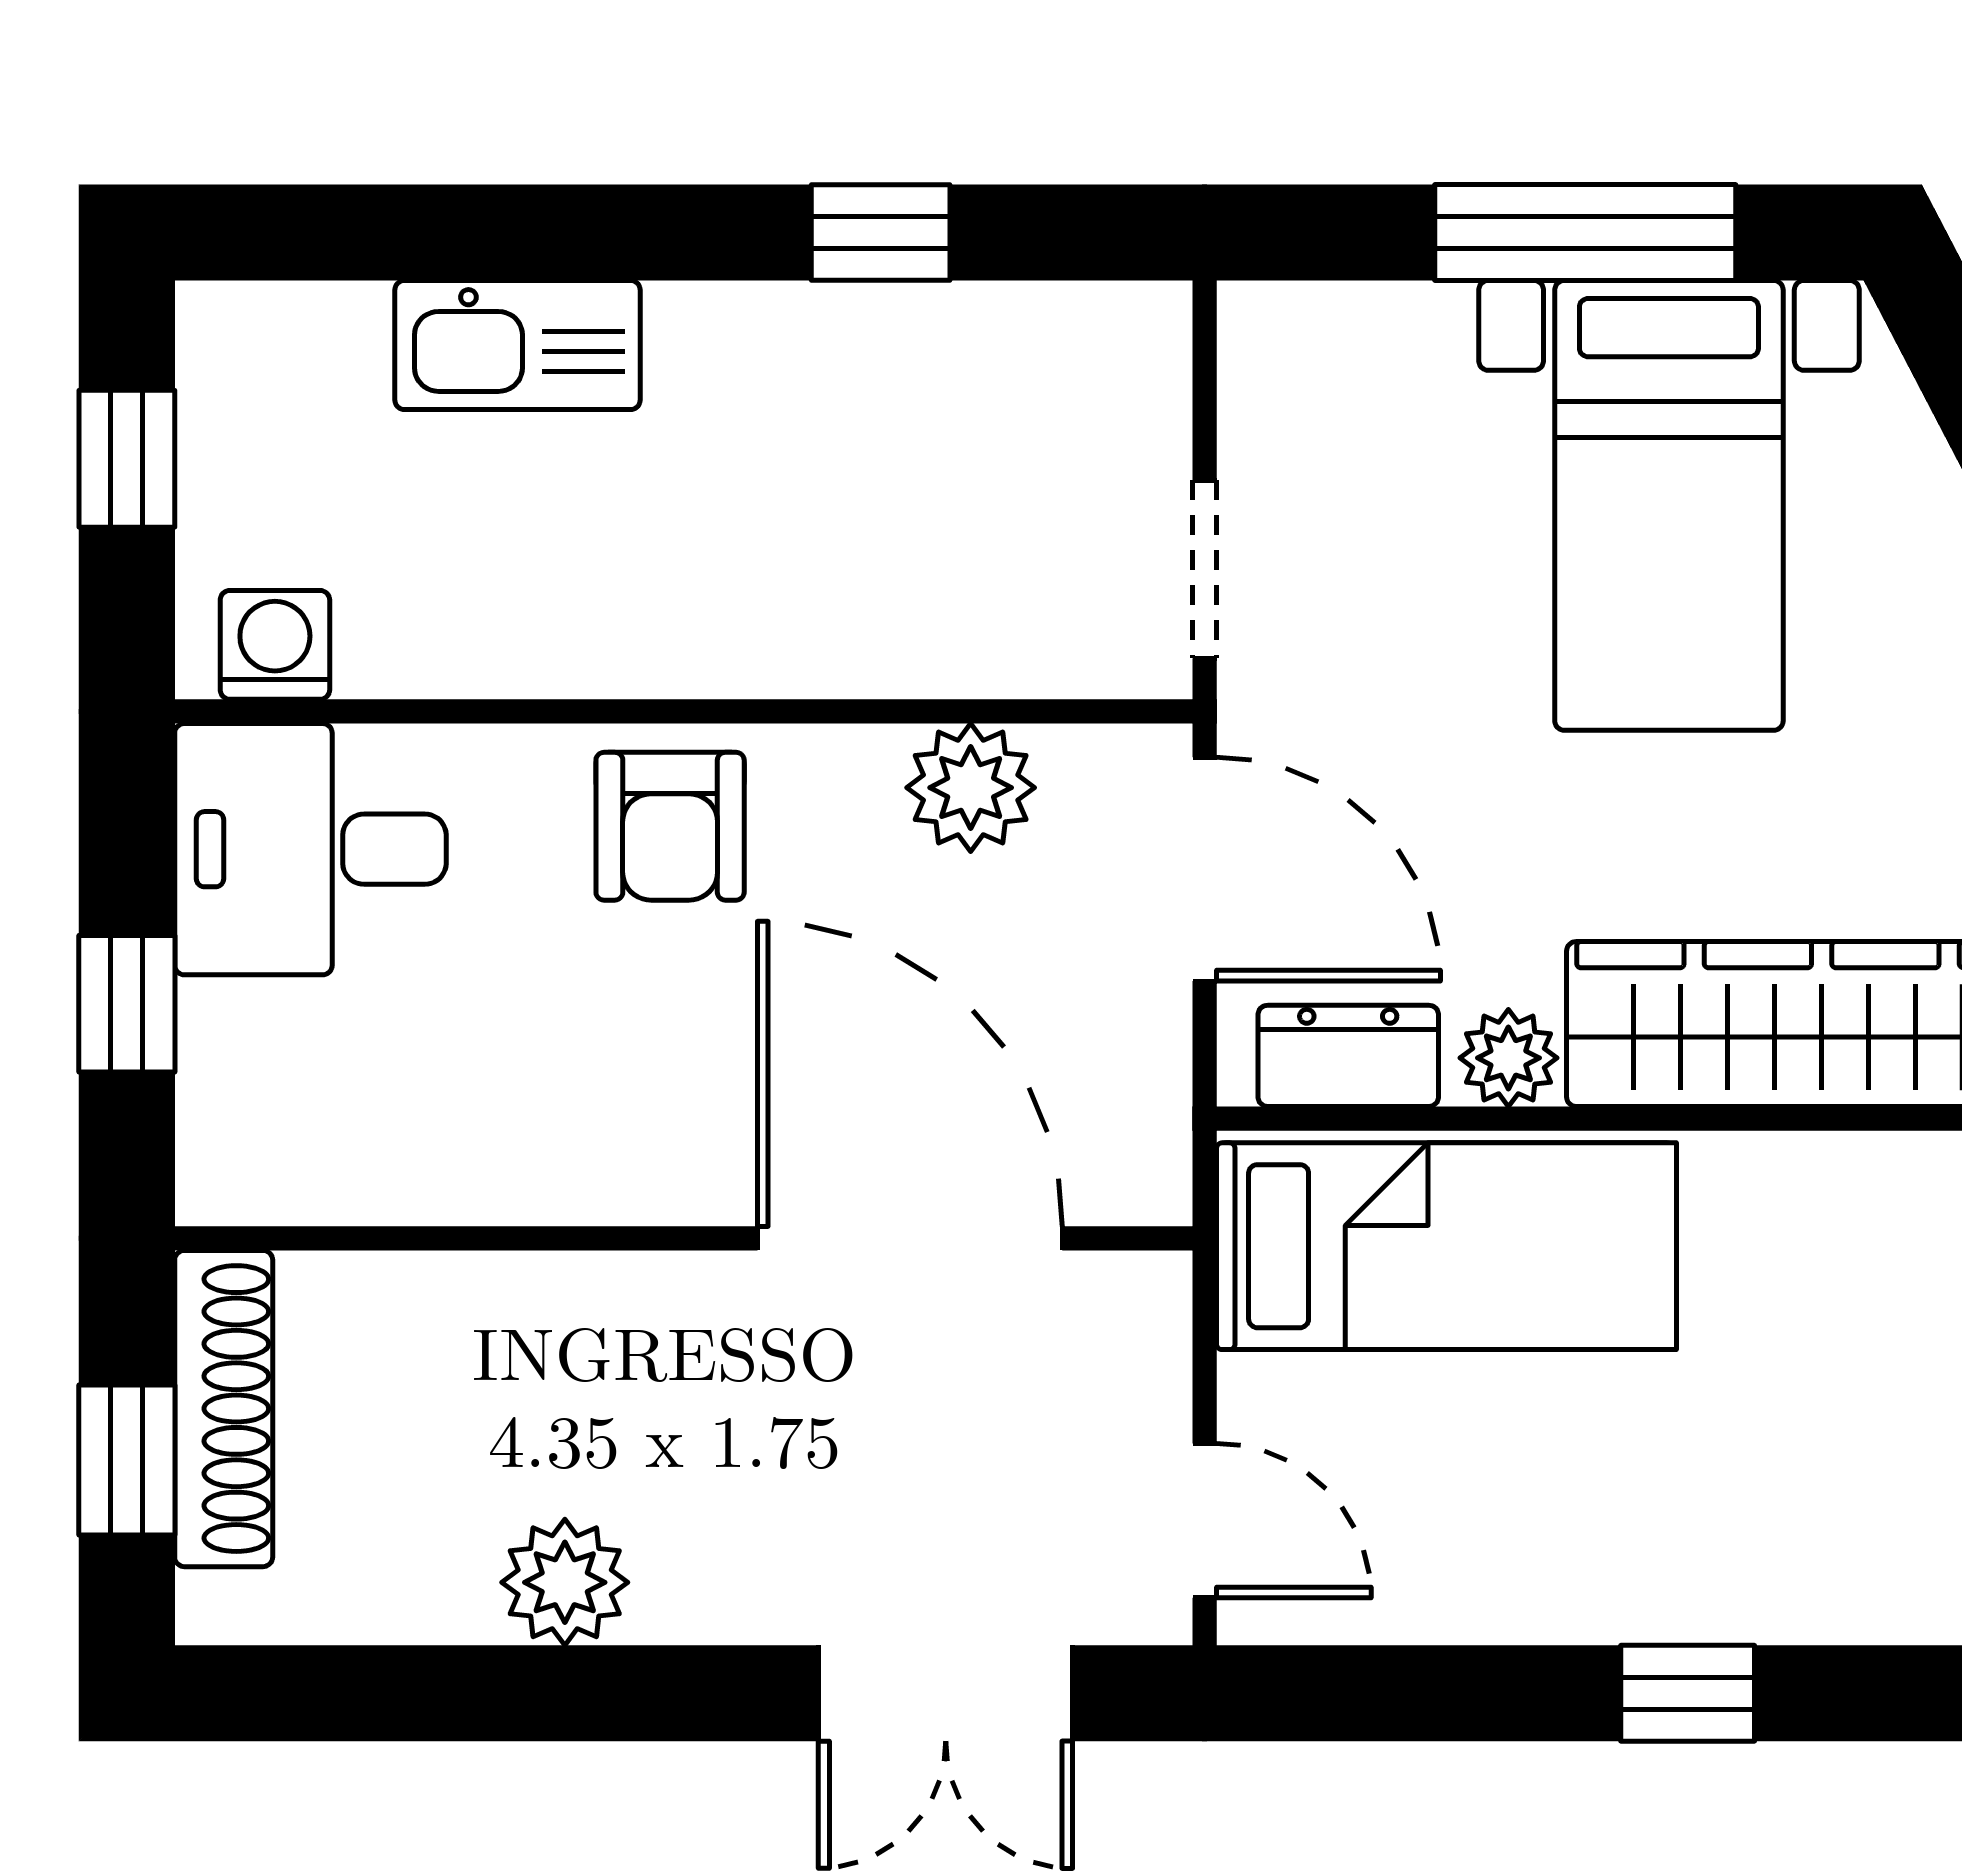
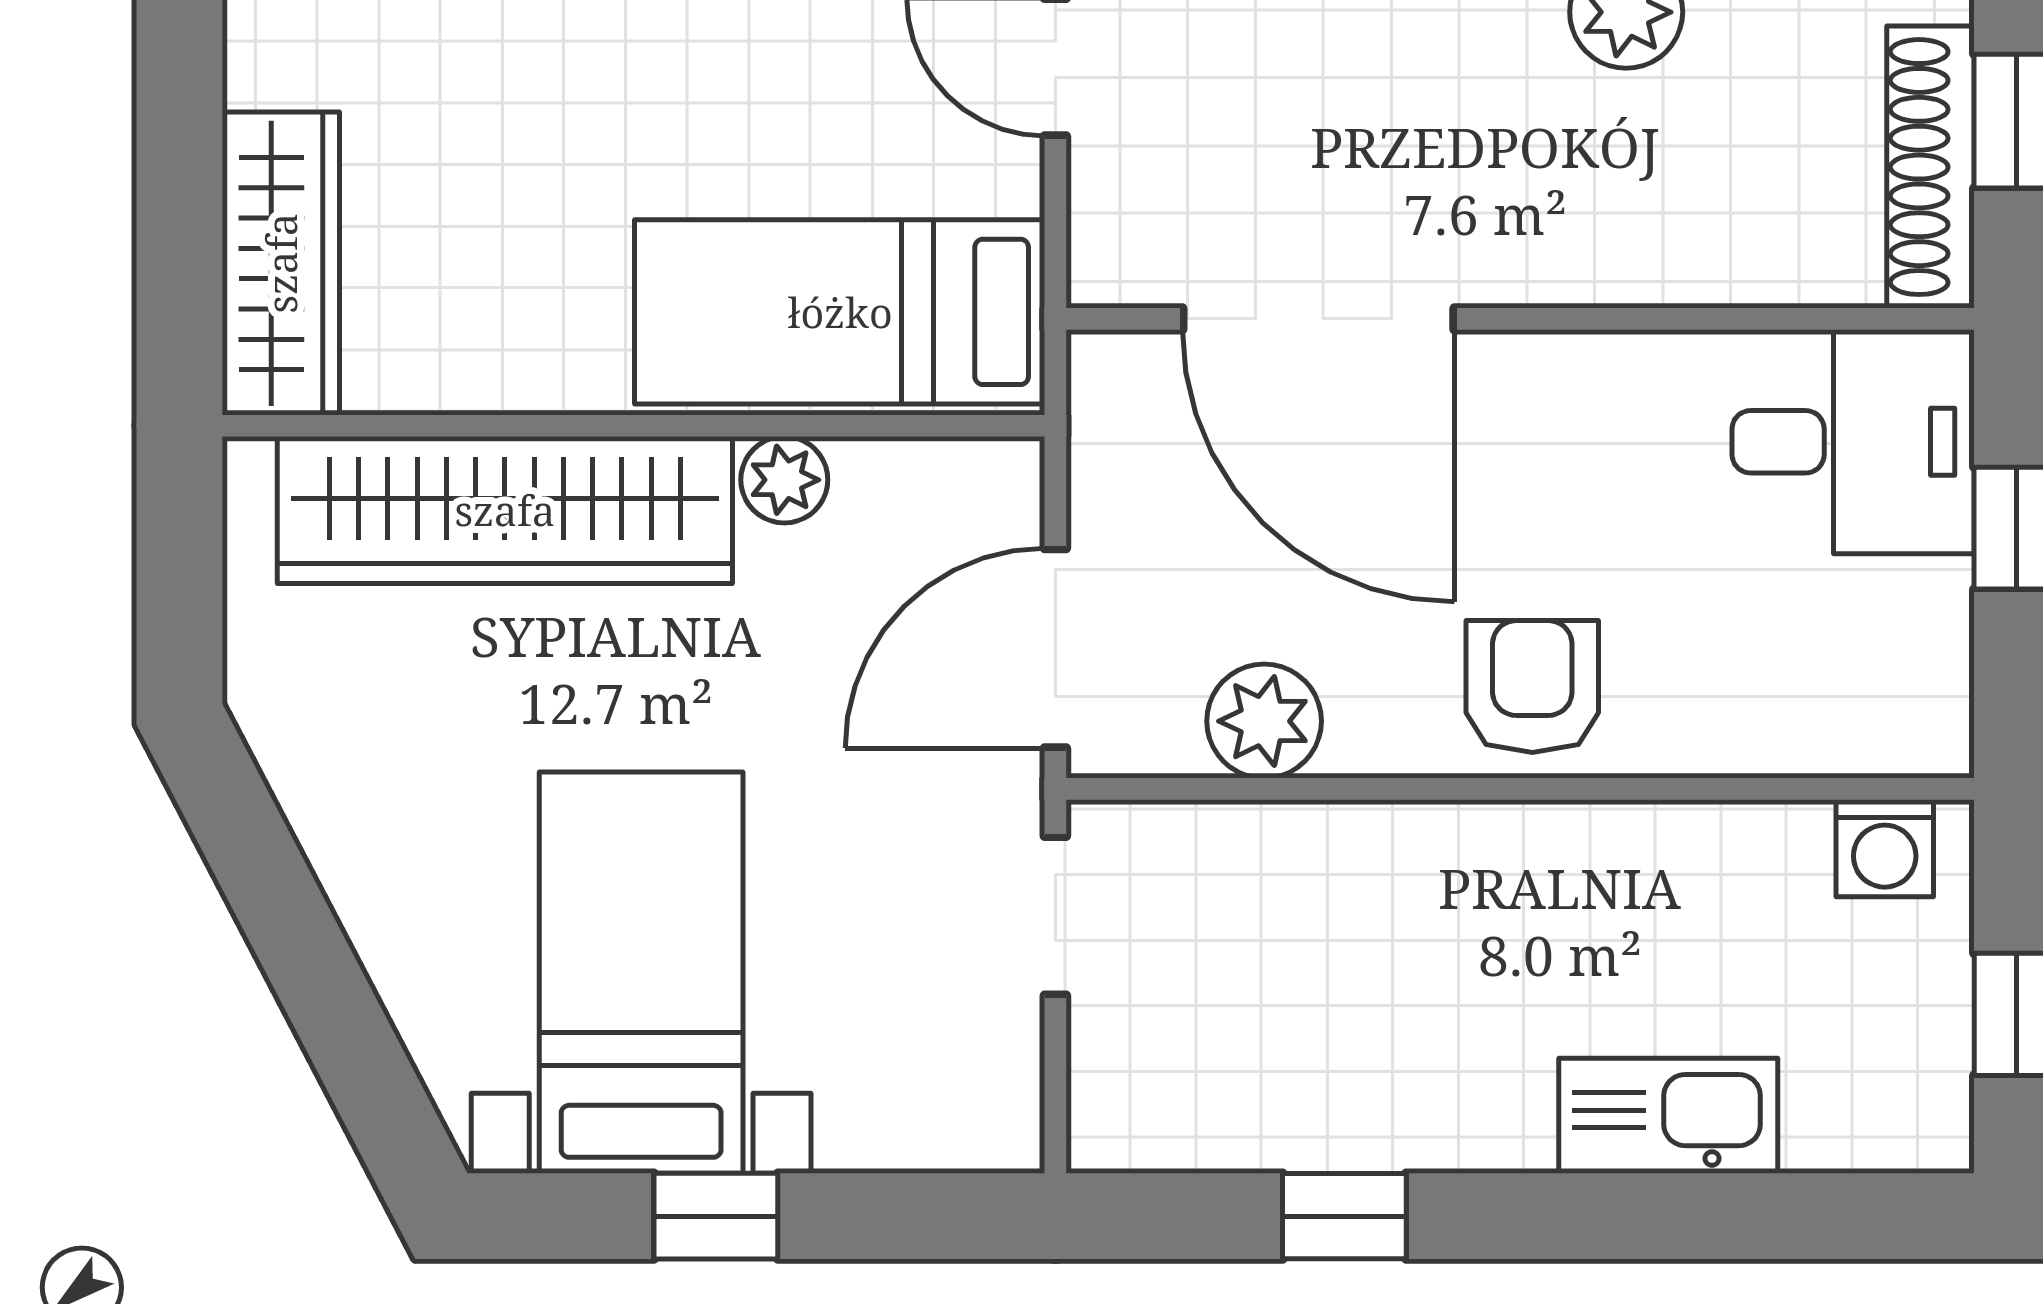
window: (1585, 232) -> (716, 1216), width x0.46
desk: (310, 849) -> (1853, 442), moved
door: (1205, 869) -> (1055, 648), hinge flipped
dresser: (1348, 1056) -> (927, 482), removed

